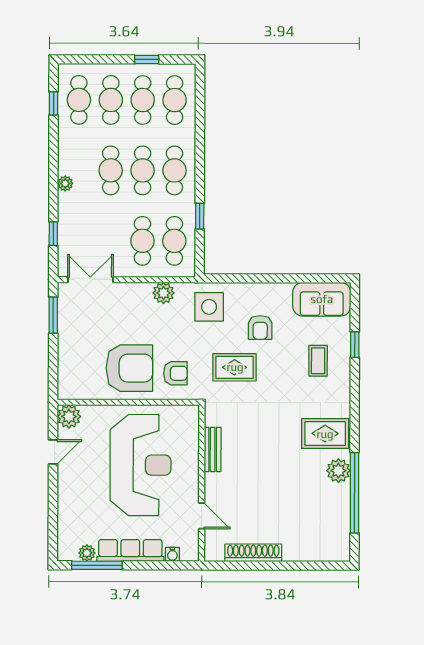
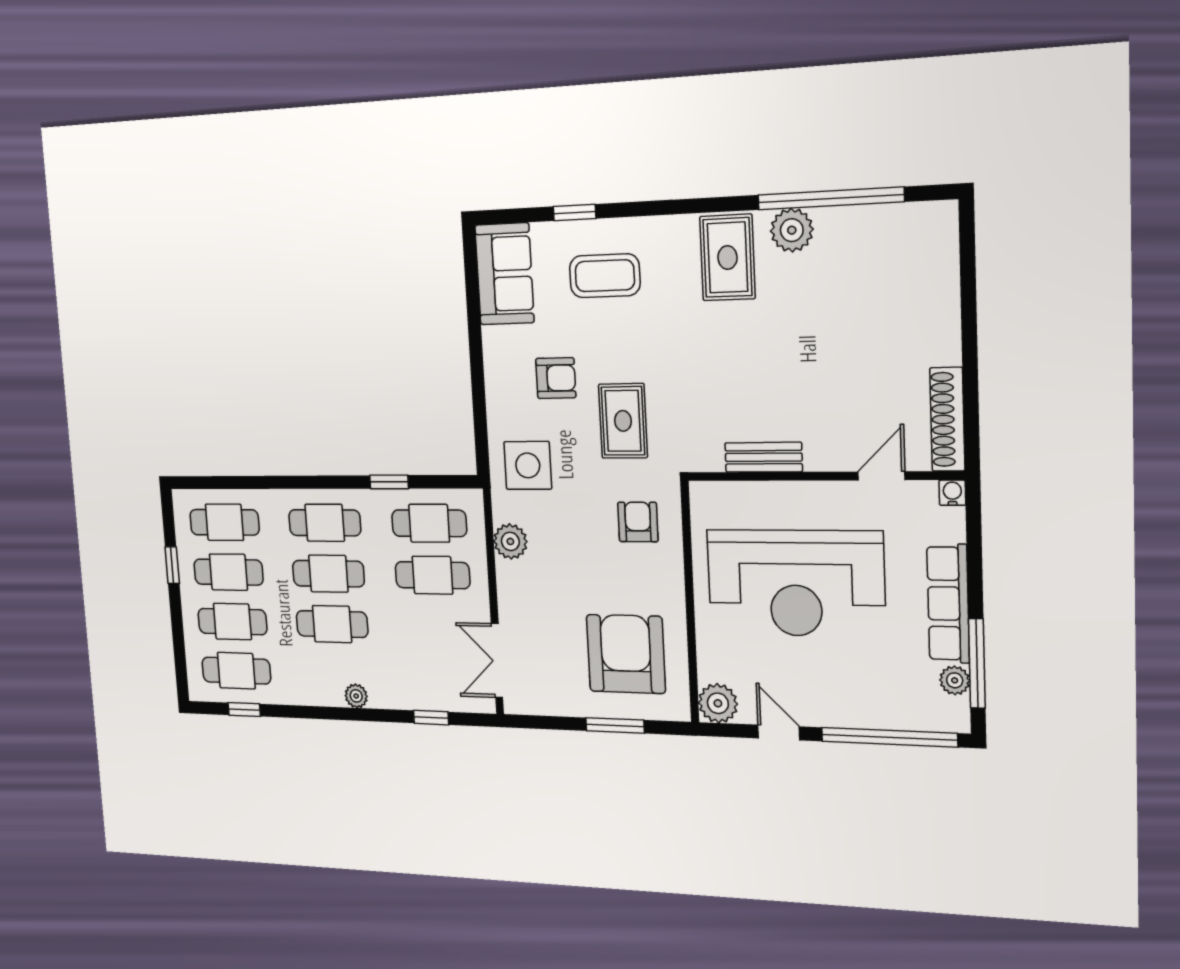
window: (53, 315) -> (615, 725), moved
coffee table: (318, 361) -> (605, 276), width x1.36, depth x1.30
armchair: (129, 368) -> (626, 654), moved
reception desk: (141, 465) -> (795, 583), turned 180
window: (53, 516) -> (889, 737), added
shoe rack: (253, 553) -> (947, 419), moved
water cooler: (172, 554) -> (952, 493), moved, turned -90

